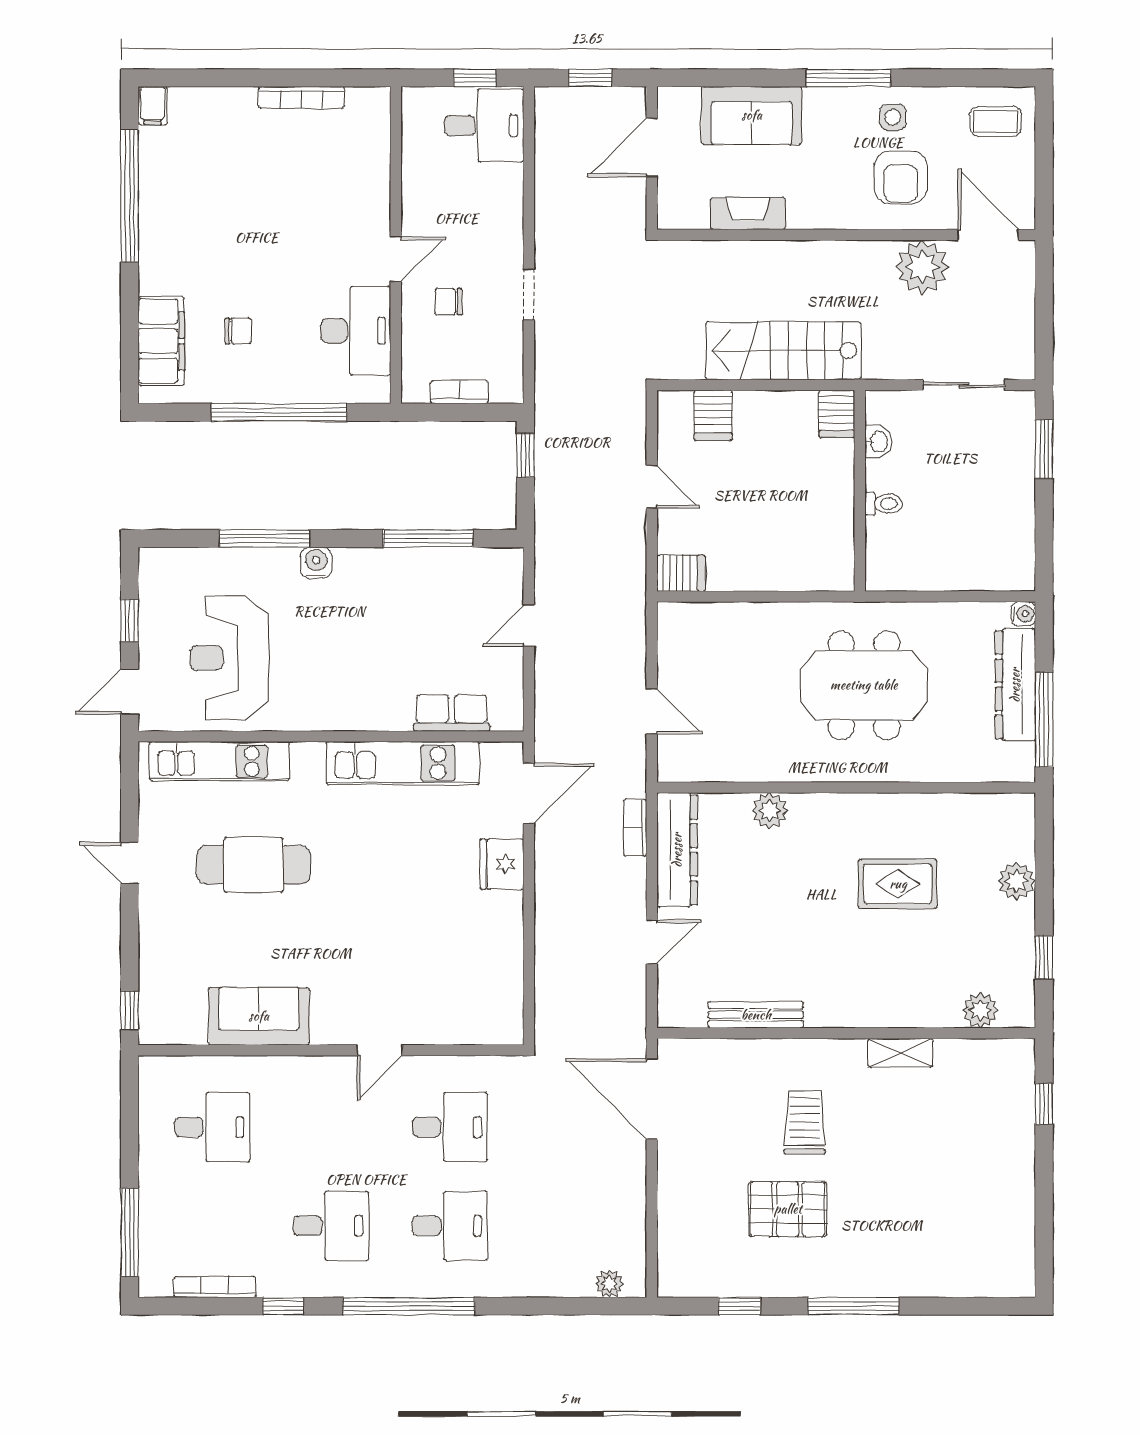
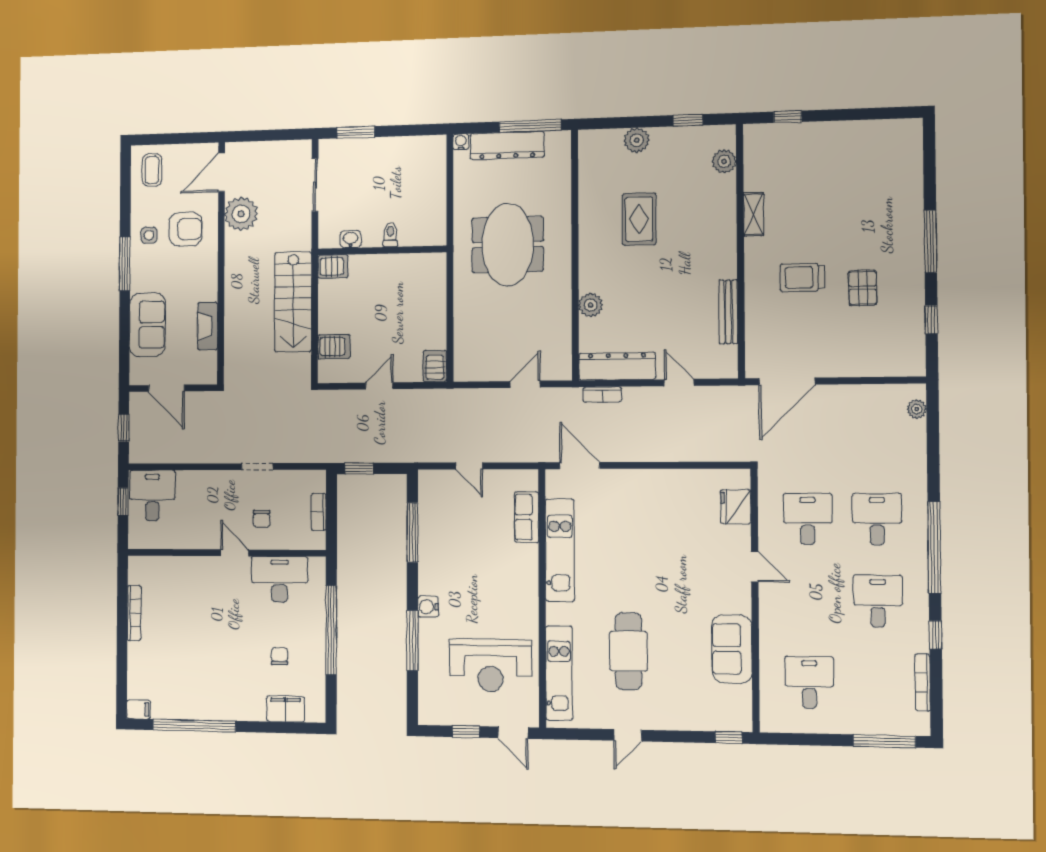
filing cabinet: (161, 341) -> (286, 709), width x0.67, depth x0.86
fridge: (502, 864) -> (736, 507), moved, turned 90
pallet: (788, 1209) -> (863, 288), width x0.67, depth x0.71

